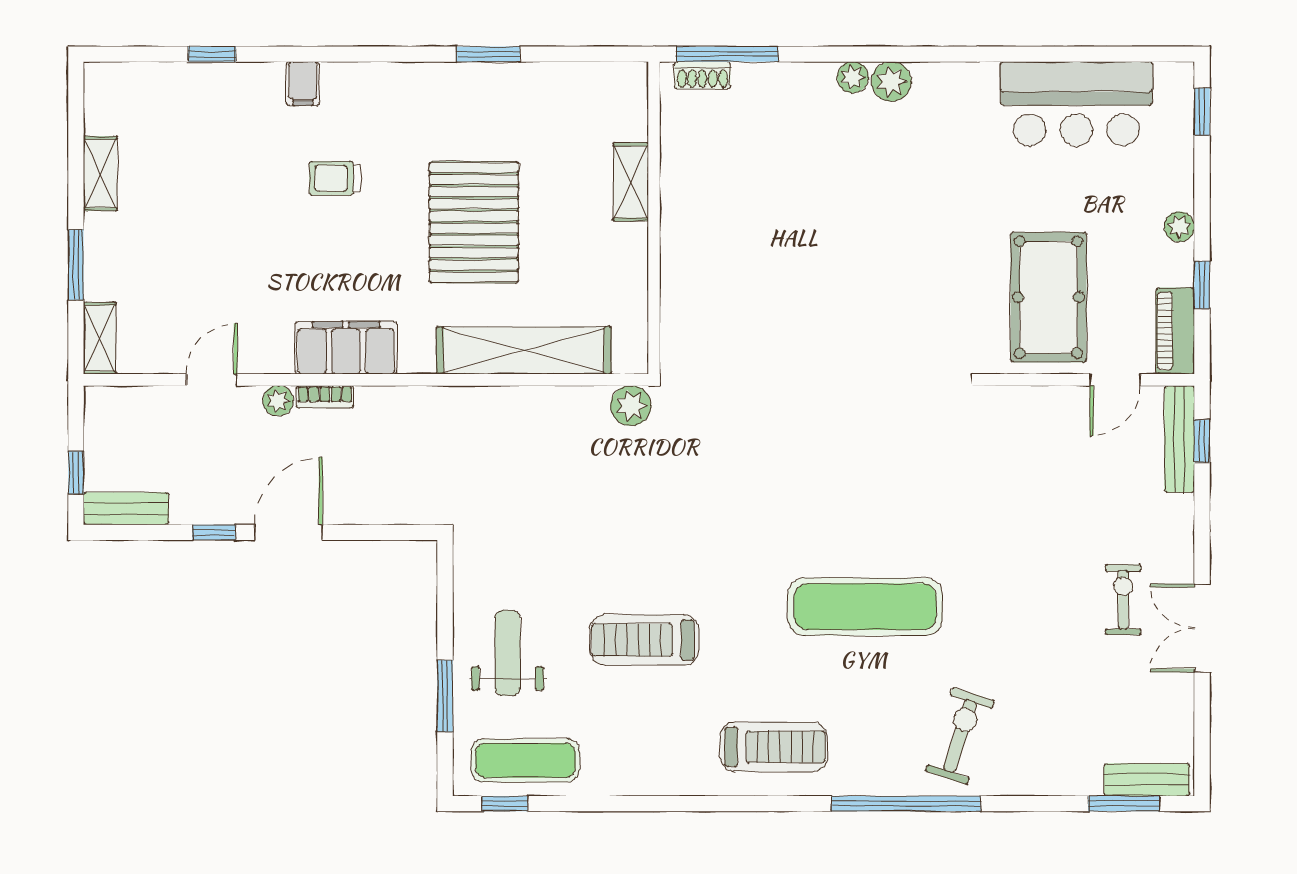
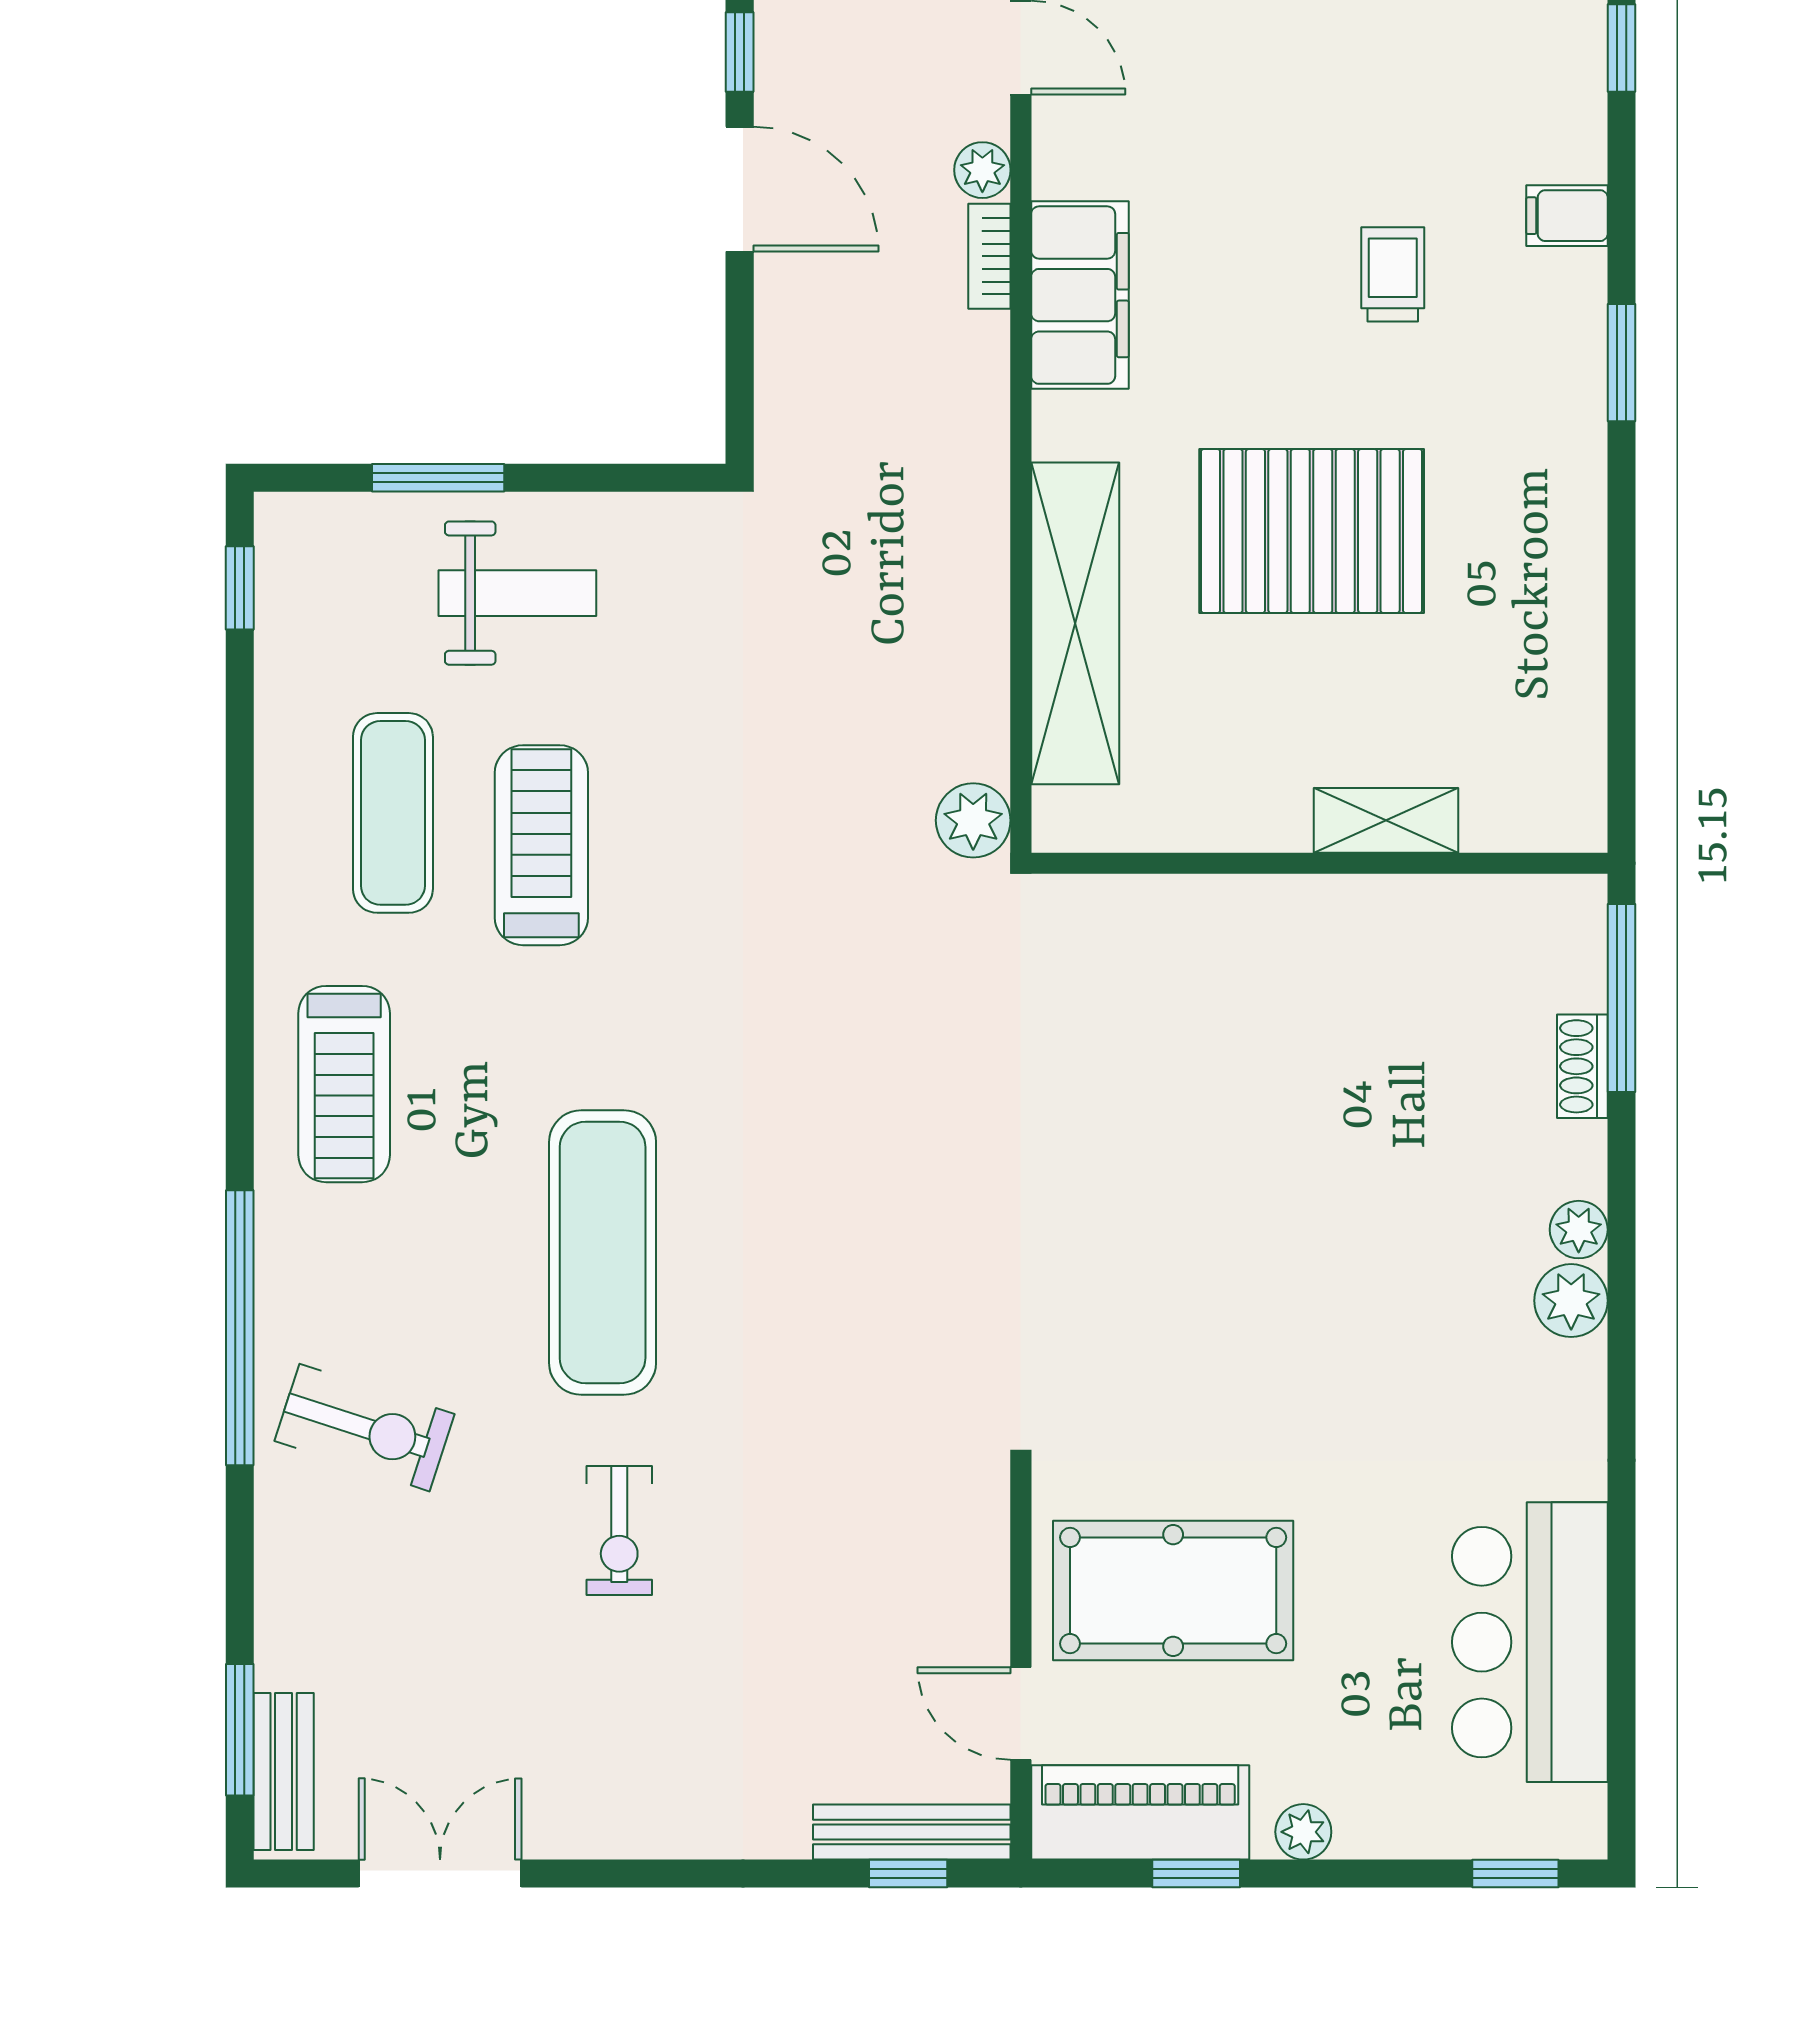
window: (488, 54) -> (1621, 363), moved
shoe rack: (702, 75) -> (1582, 1066), moved
piano: (1175, 331) -> (1140, 1812), width x1.37, depth x1.33
exercise bike: (1123, 600) -> (619, 1530), moved, turned 90
double door: (1202, 628) -> (440, 1874), moved
exercise mat: (525, 760) -> (393, 813), moved

